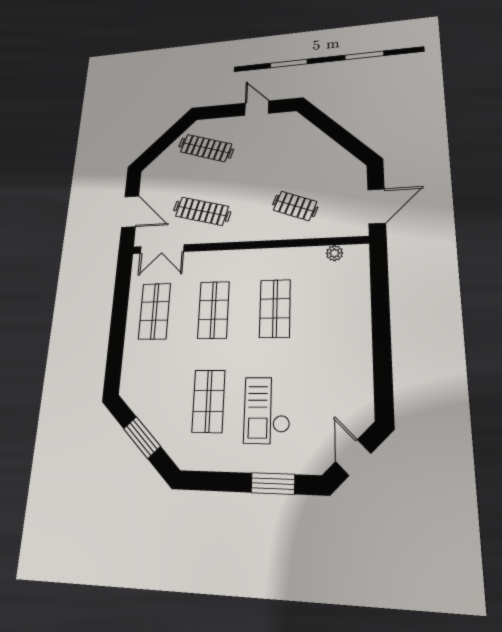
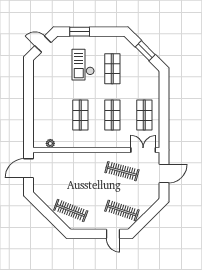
door: (257, 108) -> (113, 234), moved
clothes rail: (295, 206) -> (71, 211), moved, width x1.36
door: (130, 212) -> (164, 174), swing flipped
checkout: (267, 410) -> (83, 65), turned 180
door: (353, 458) -> (43, 44), swing flipped

